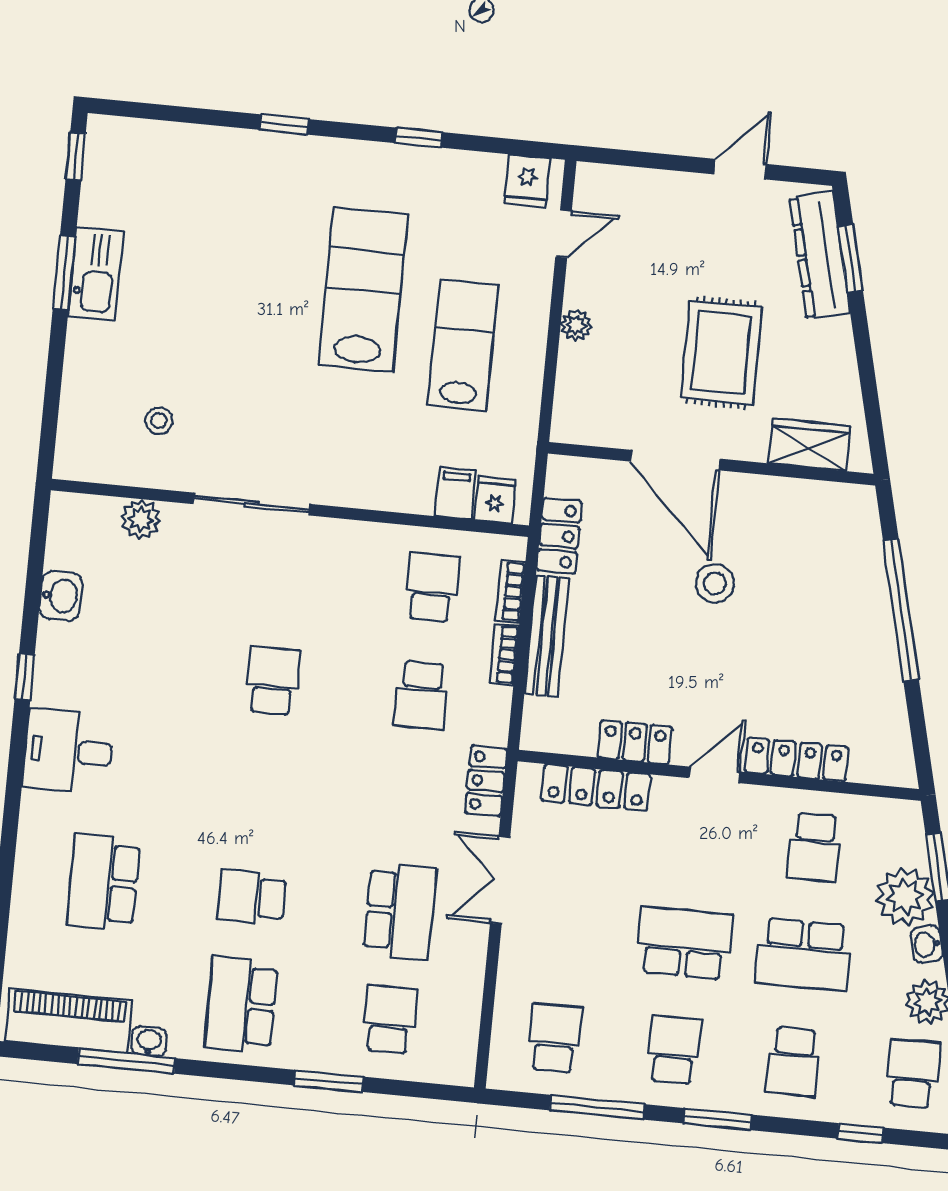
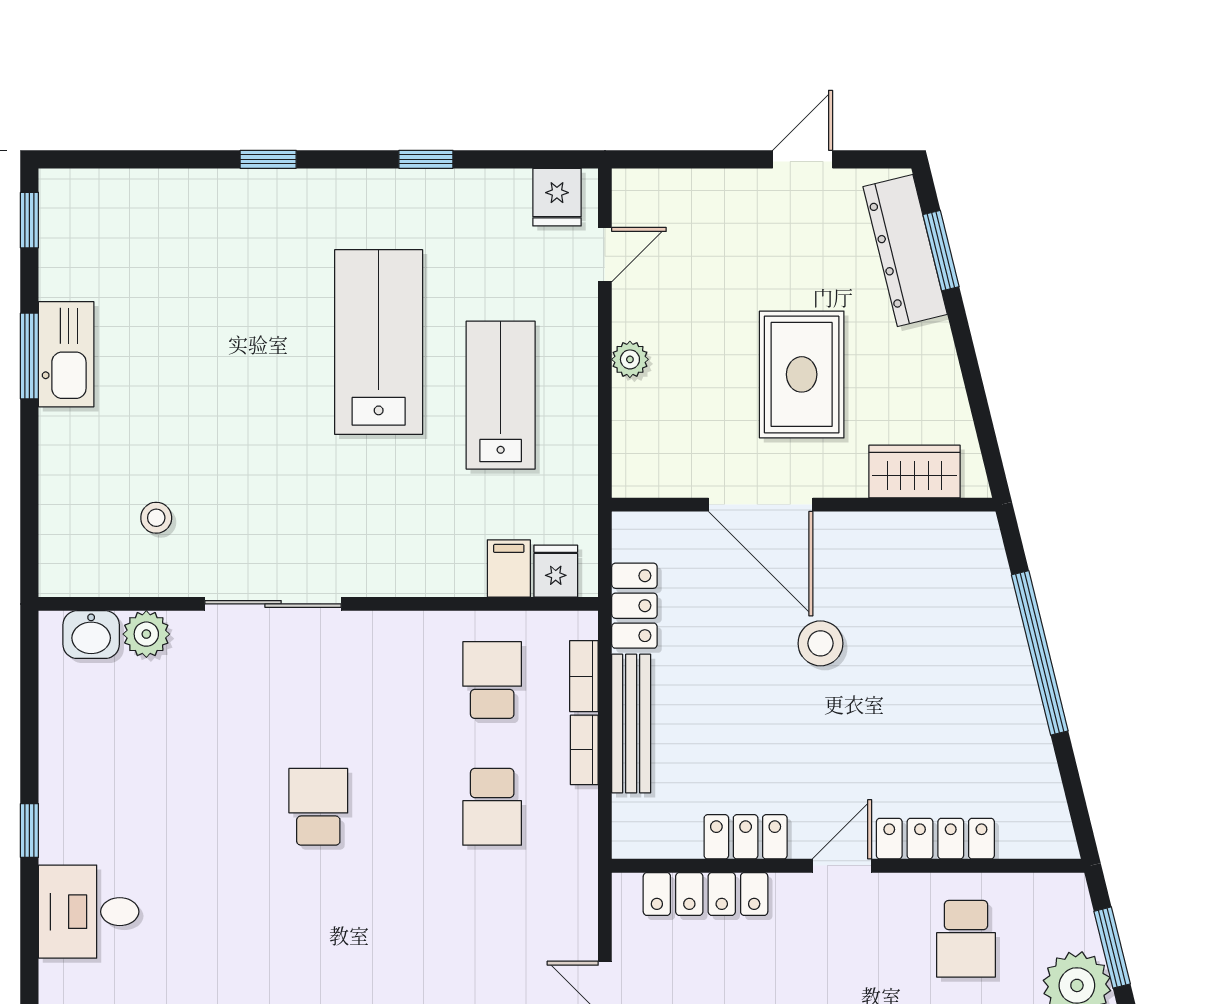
washbasin: (61, 596) -> (91, 635), moved, turned 90
locker: (486, 781) -> (577, 899), removed

